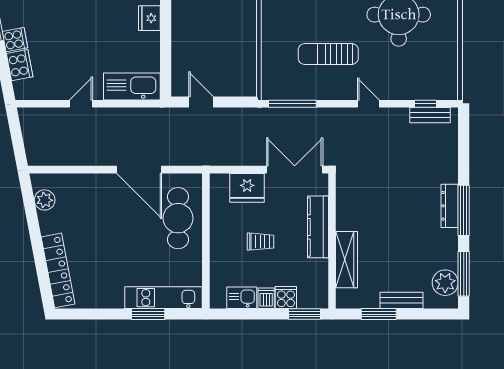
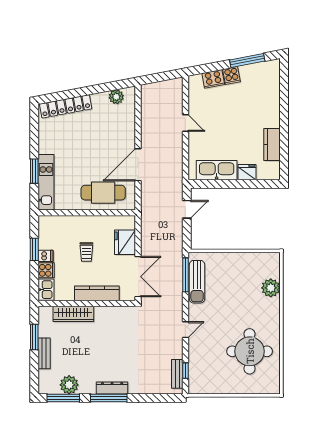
sun lounger: (328, 54) -> (197, 282), moved, turned 180
kitchen sink: (132, 87) -> (217, 170), moved, turned -90
plant: (445, 283) -> (69, 385), moved
kitchen sink: (242, 298) -> (46, 290), moved
window: (304, 314) -> (34, 249), moved

